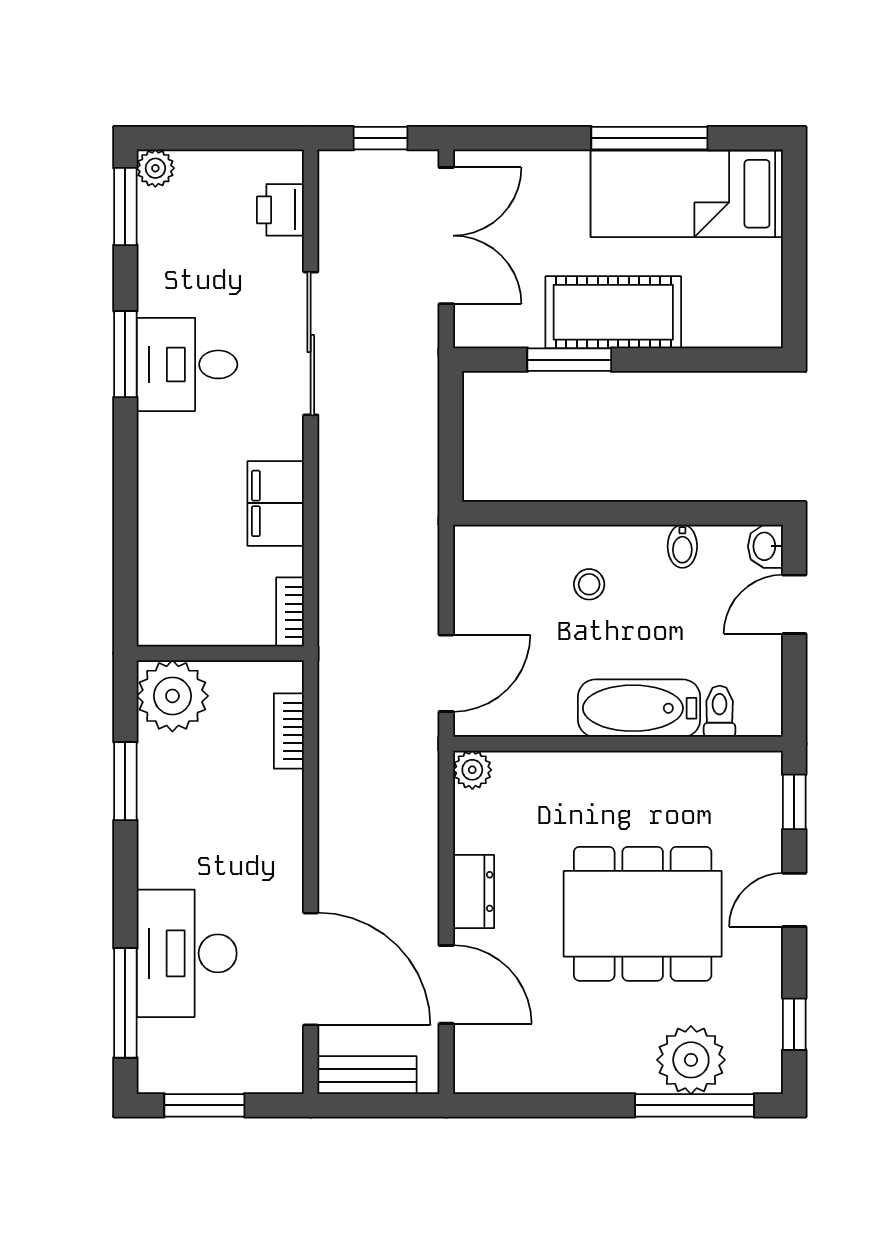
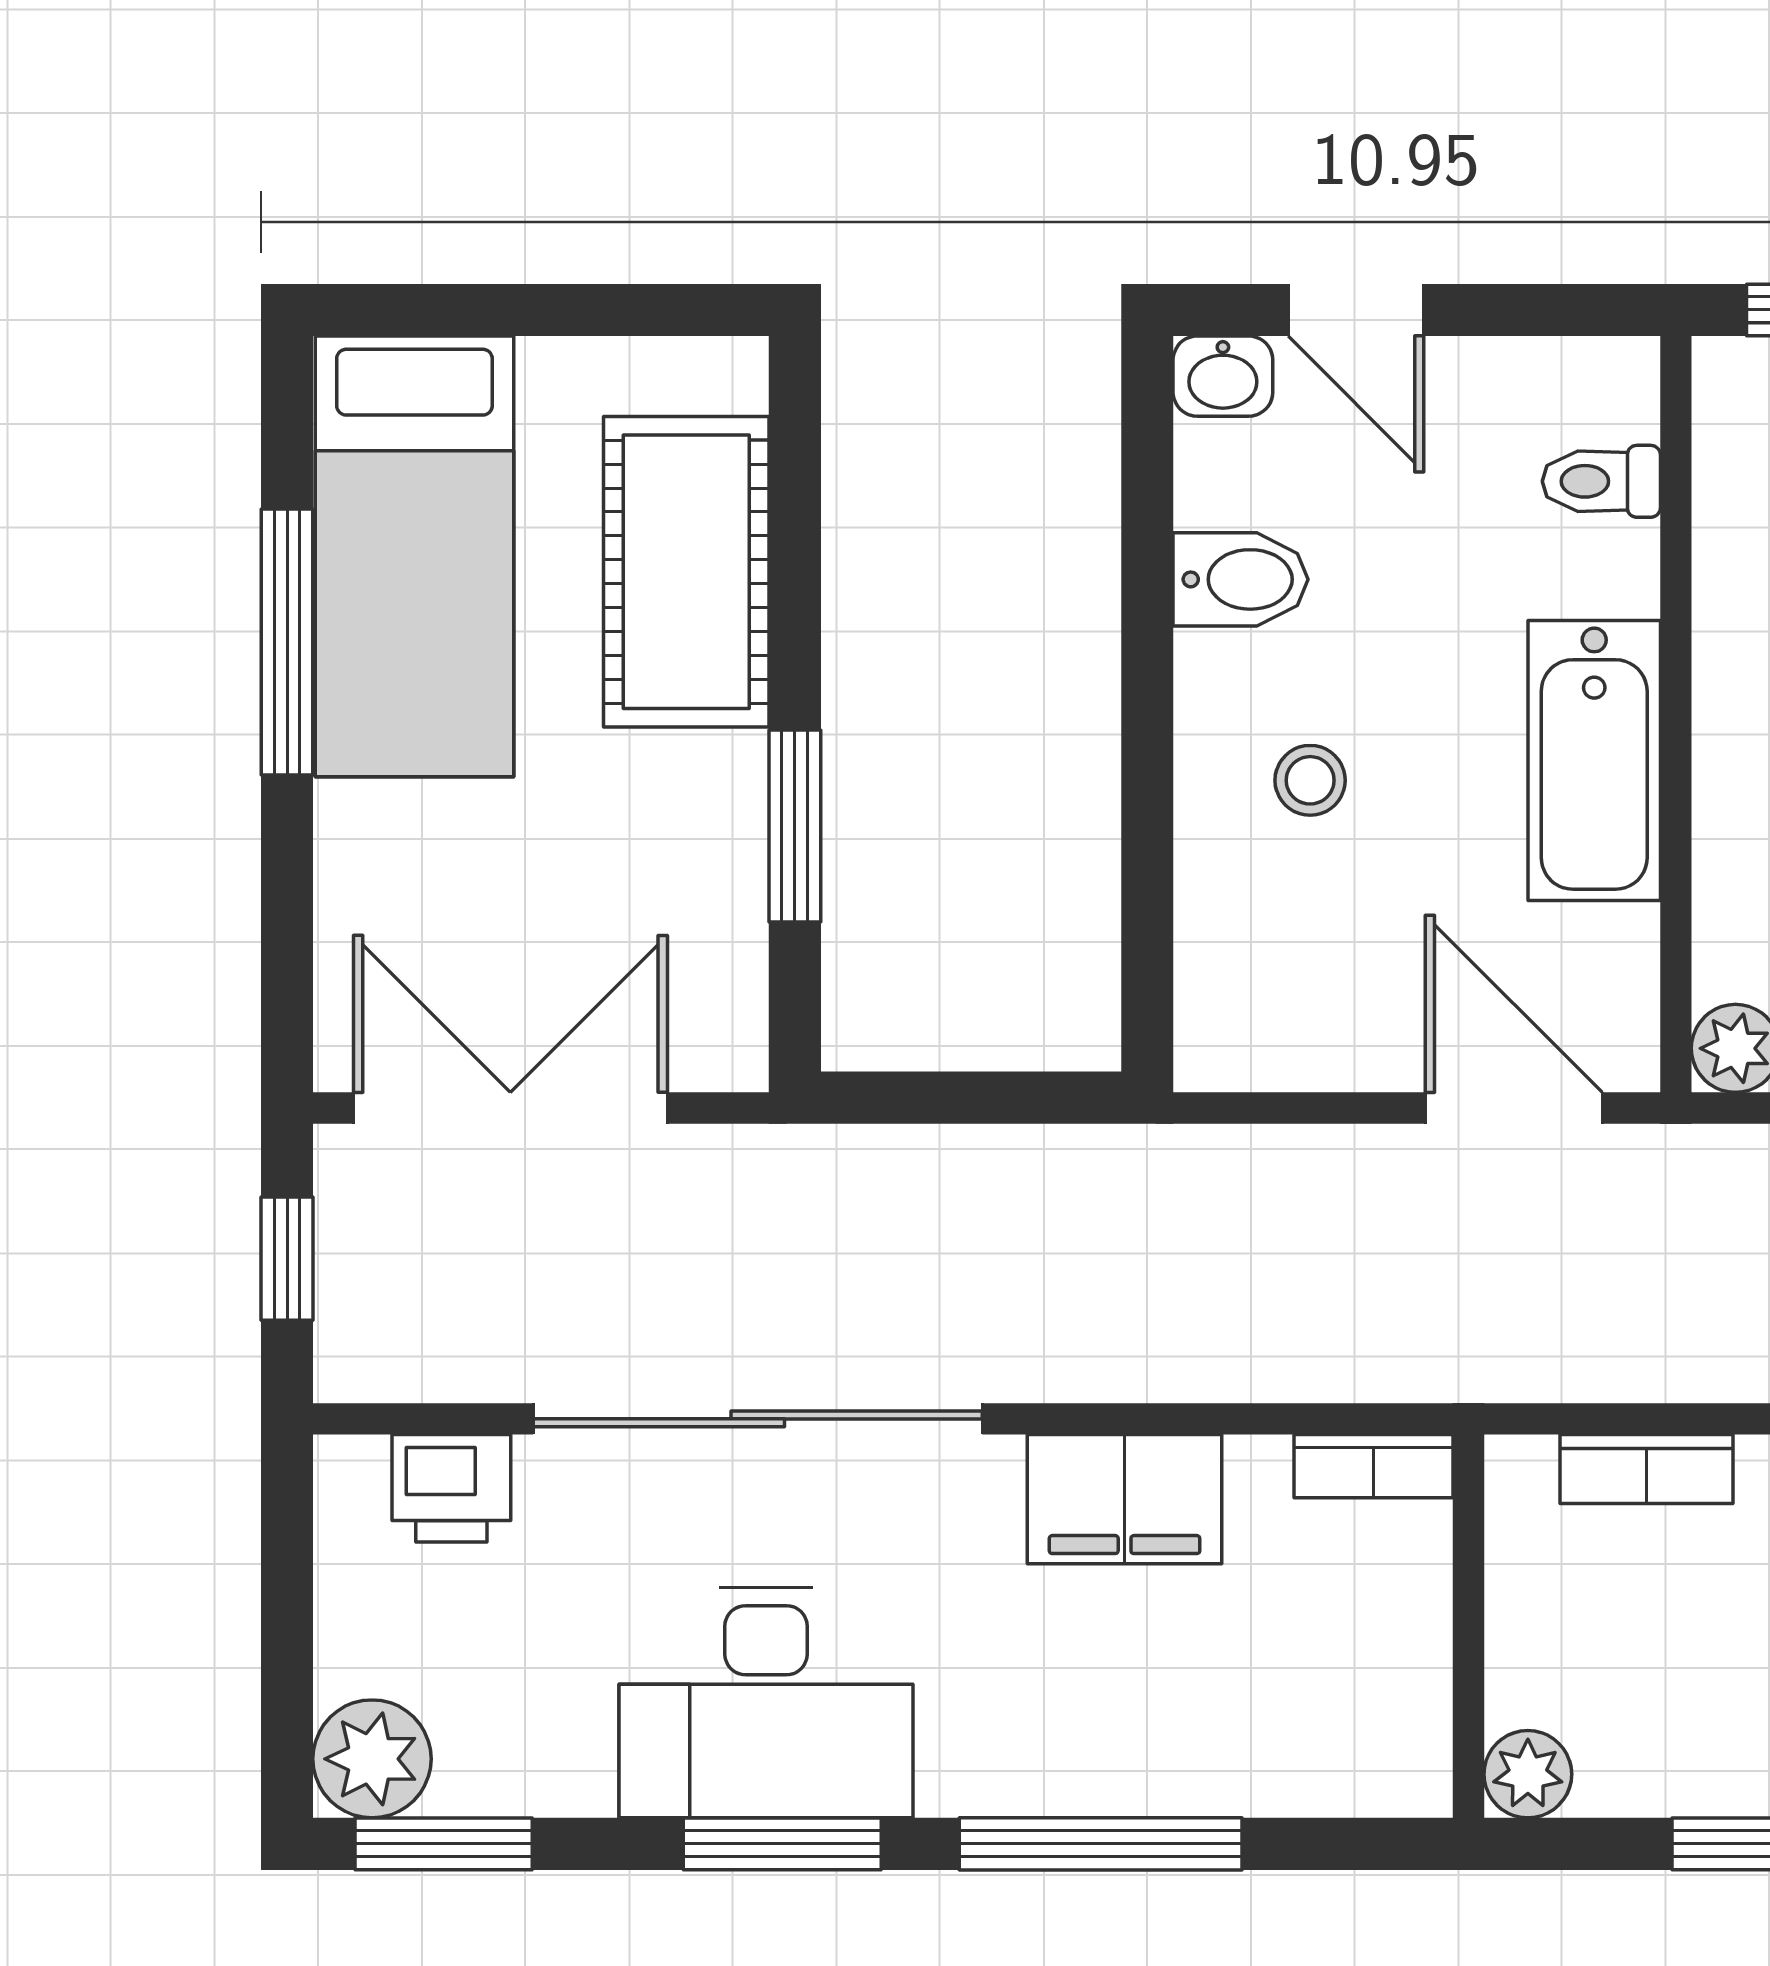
plant: (155, 168) -> (372, 1759), width x1.38, depth x1.38
cot: (613, 312) -> (686, 572), moved
sliding door: (311, 343) -> (758, 1419), width x1.36
desk: (187, 364) -> (766, 1703), width x1.37
window: (125, 493) -> (1101, 1844), added
bidet: (682, 546) -> (1241, 579), width x1.38, depth x1.36
plant: (172, 696) -> (1528, 1774), width x0.53, depth x0.53
bathtub: (639, 708) -> (1594, 760), moved

